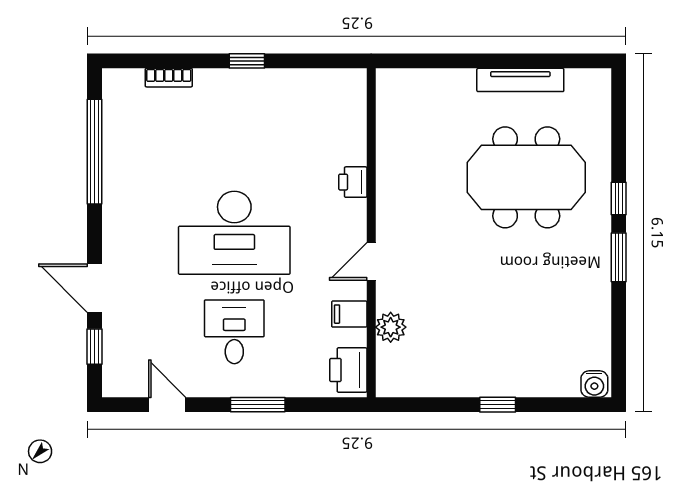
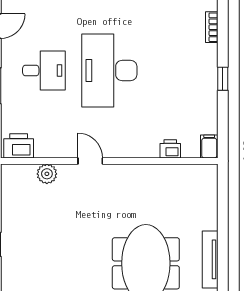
printer: (353, 182) -> (170, 149), moved
filing cabinet: (349, 314) -> (209, 146), moved

